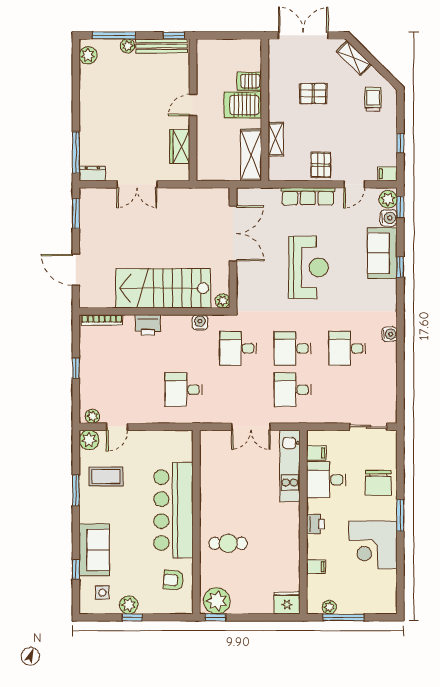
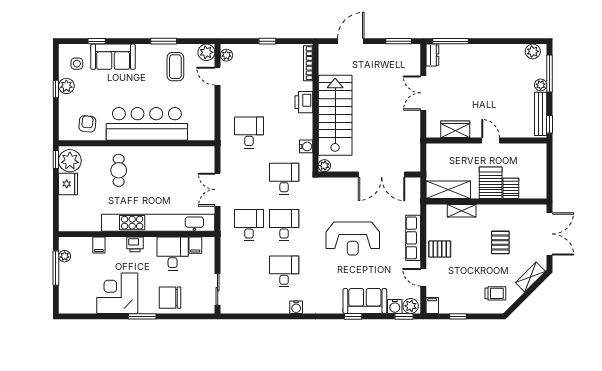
kitchen unit: (290, 466) -> (158, 223), width x1.86
fridge: (287, 603) -> (68, 184), moved

